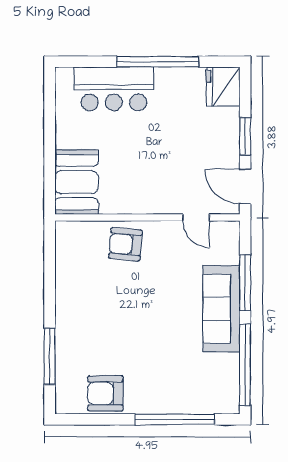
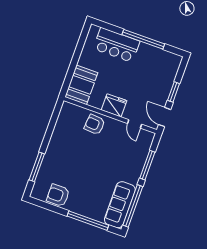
fridge: (223, 87) -> (114, 105), moved, turned 90
sofa: (221, 309) -> (120, 205), moved

